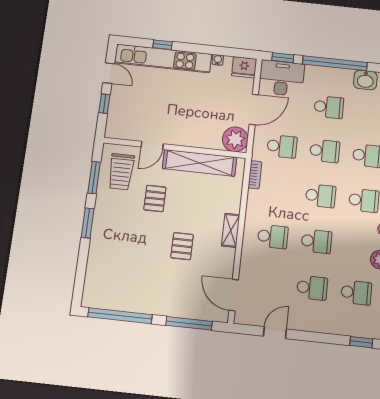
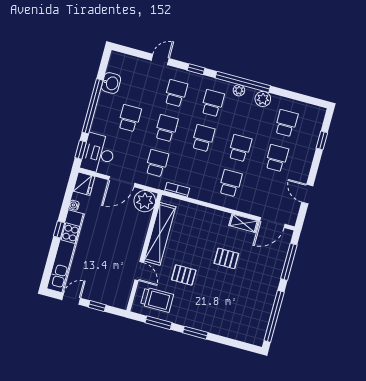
window: (163, 45) -> (59, 229), moved
door: (254, 109) -> (122, 182), swing flipped
shelving: (231, 230) -> (244, 223), moved
window: (361, 342) -> (322, 140), moved

